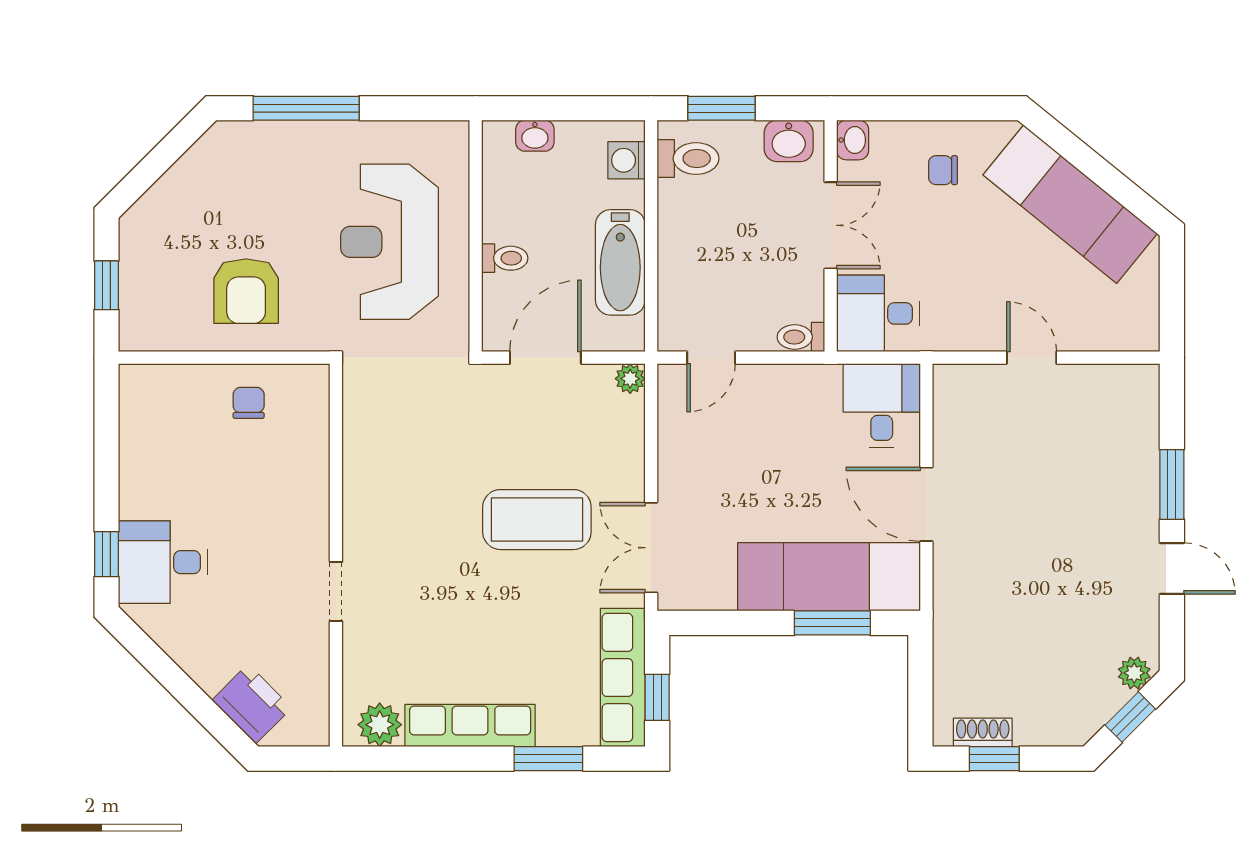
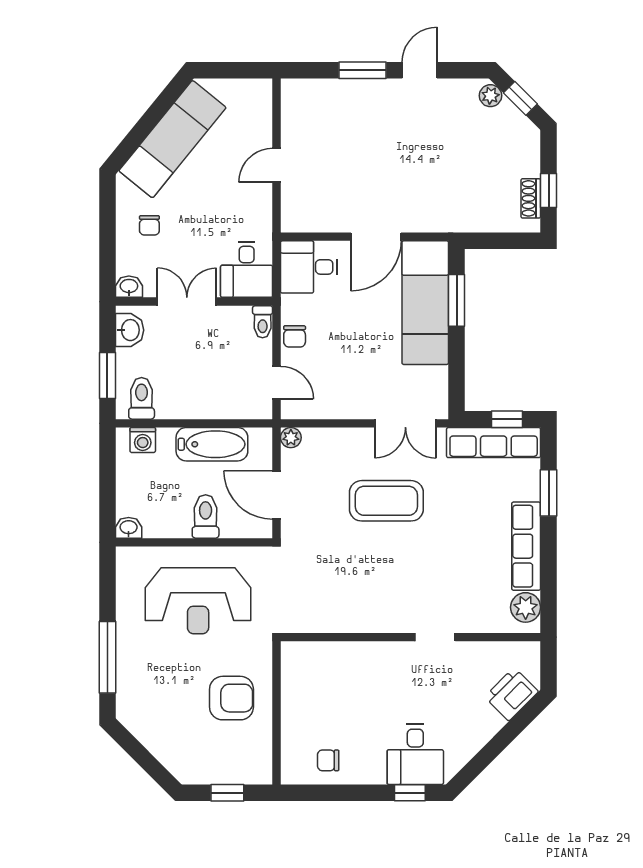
washbasin: (535, 136) -> (129, 528), moved, turned -90
toilet: (505, 258) -> (206, 517), width x1.37, depth x1.39
chair: (779, 384) -> (295, 336), added
chair: (249, 403) -> (328, 760), moved
coffee table: (537, 520) -> (386, 501), turned 90

